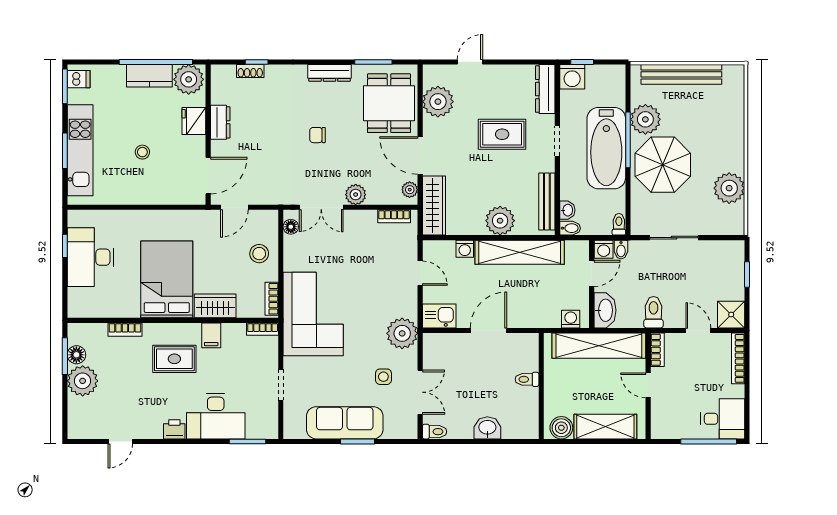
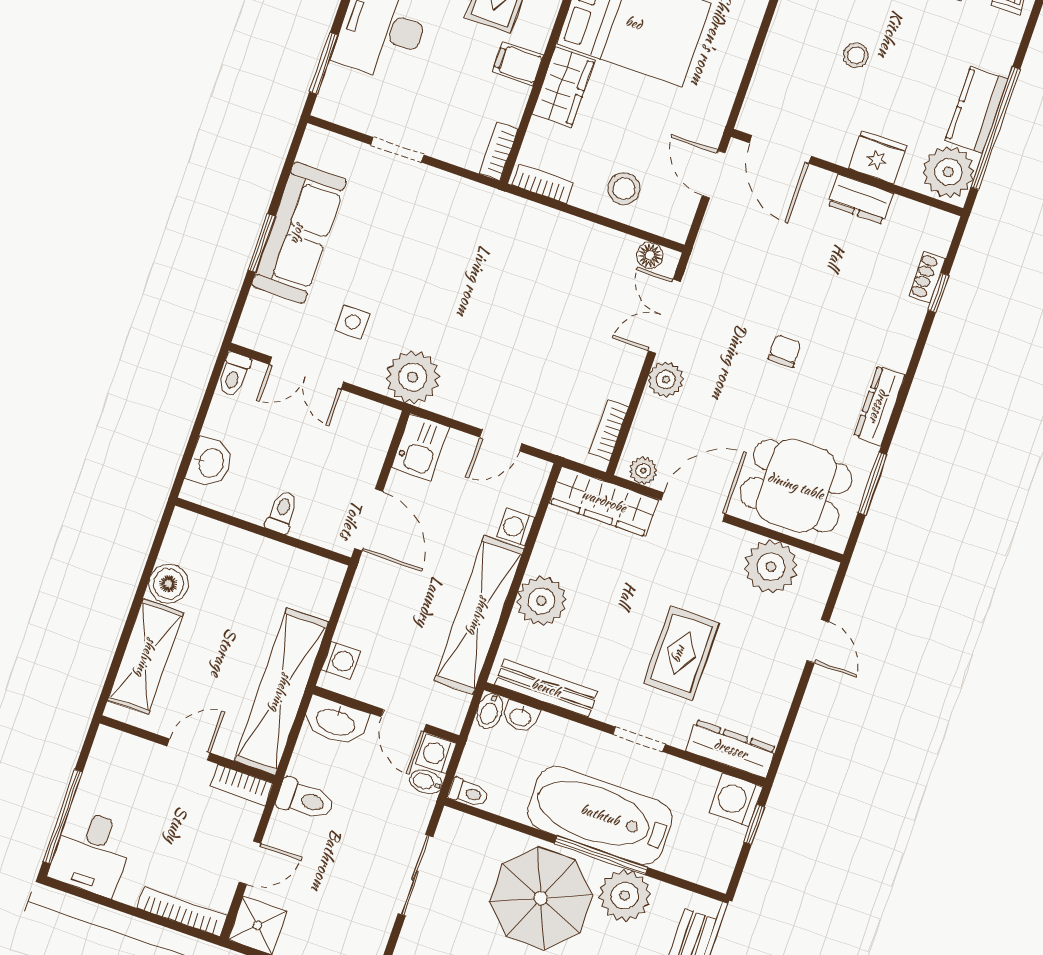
corner sofa: (313, 314) -> (495, 243), removed
toilet: (527, 379) -> (282, 512), moved
wall: (541, 386) -> (263, 532), moved

